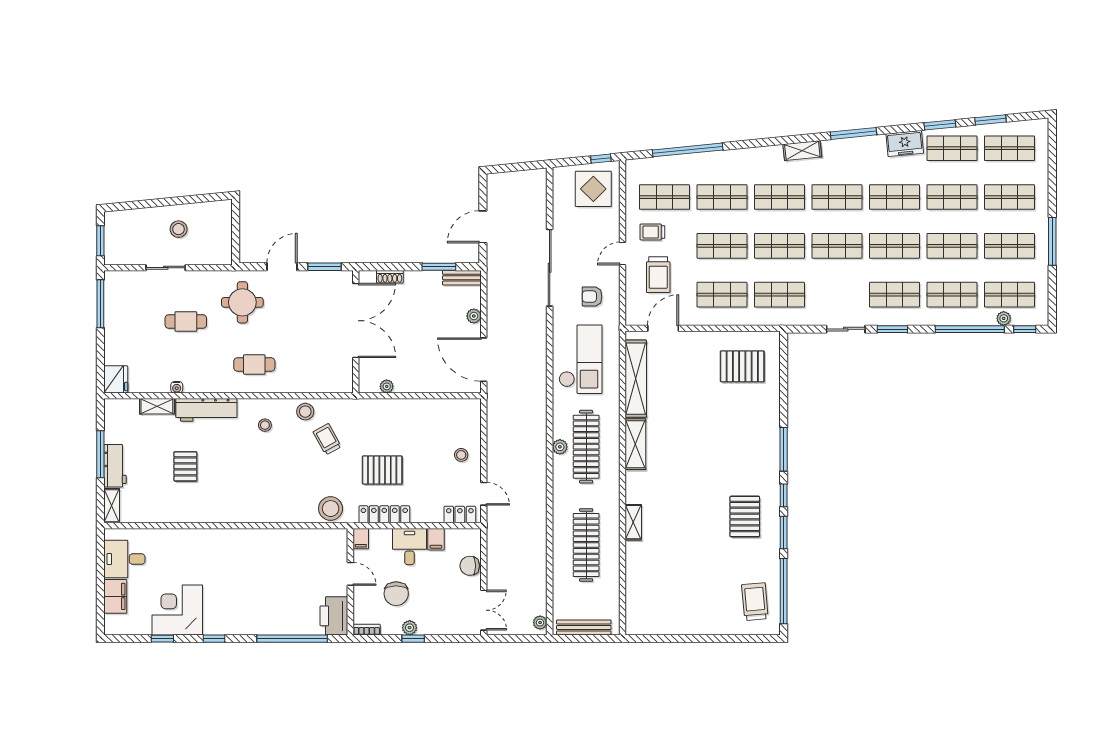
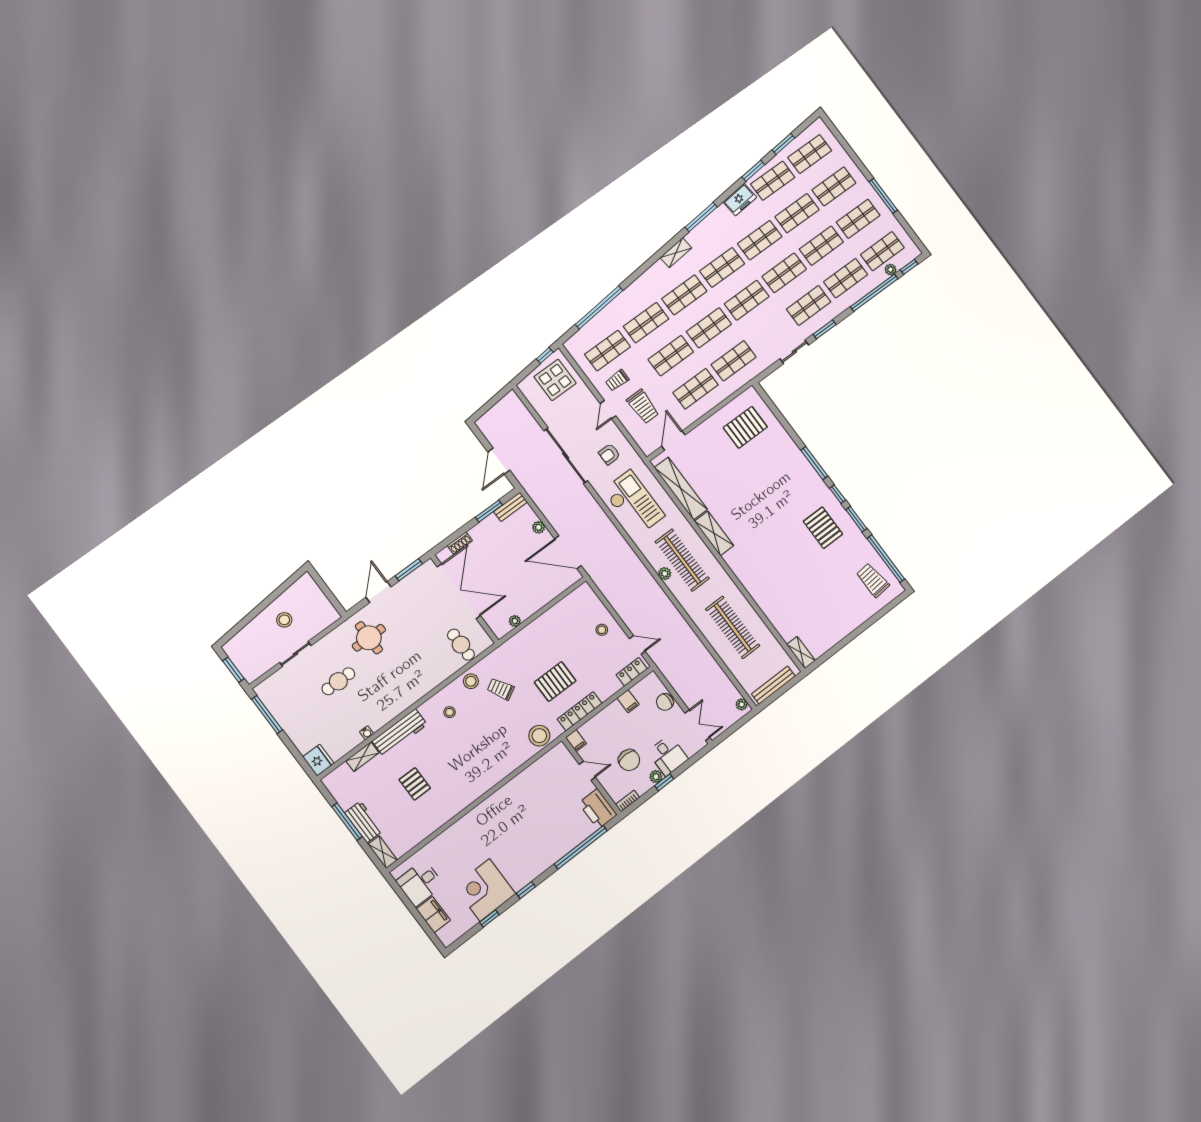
cafe table: (254, 365) -> (461, 645), moved, turned 90
shelving: (633, 522) -> (801, 653), moved
desk: (409, 547) -> (668, 755), moved, turned 180

